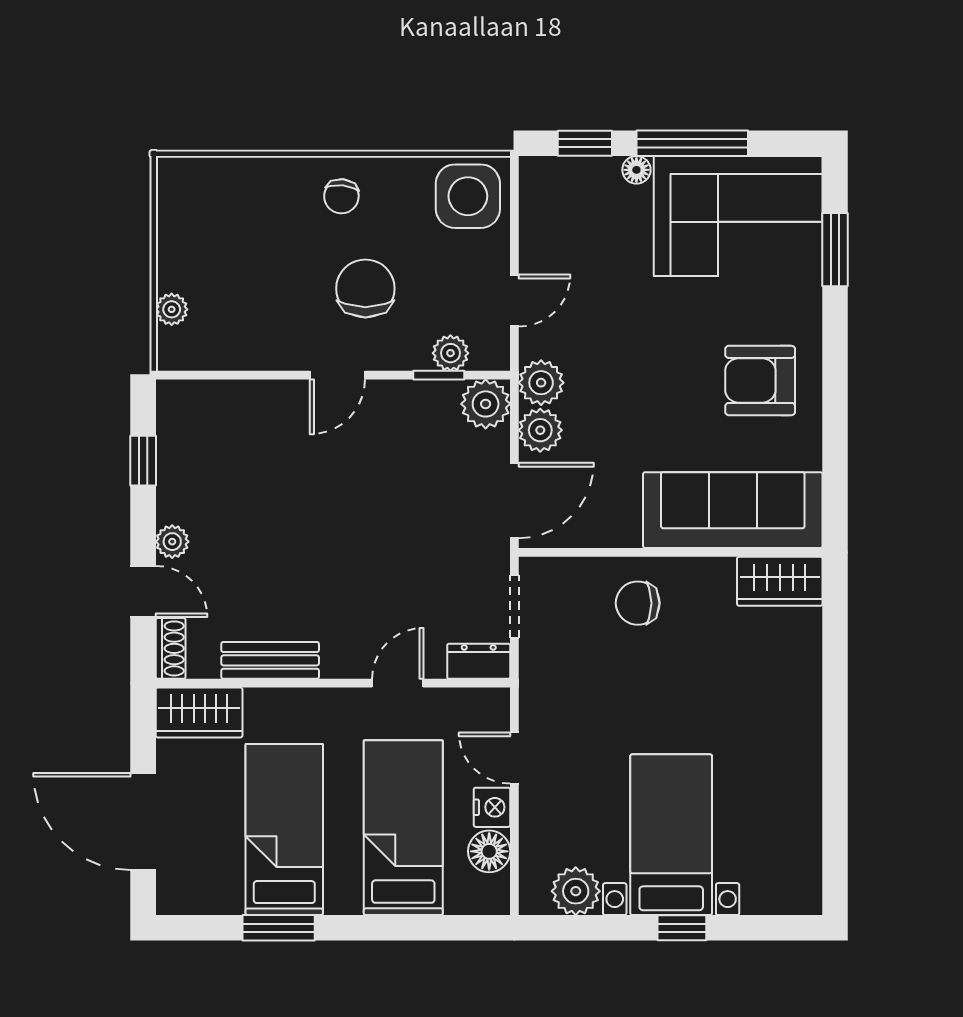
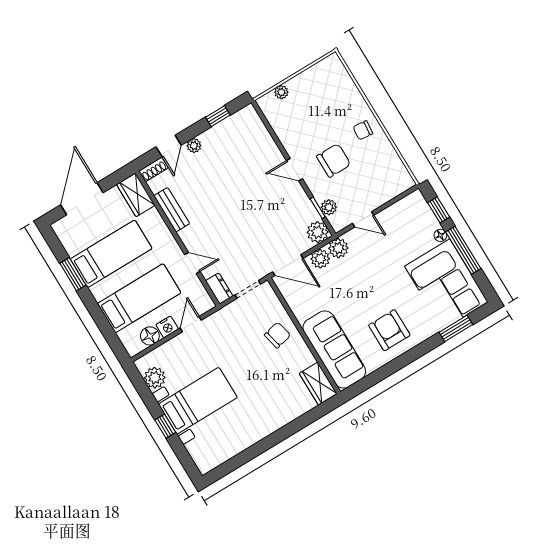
side table: (468, 196) -> (392, 178), removed
chair: (638, 603) -> (277, 335), turned 77

